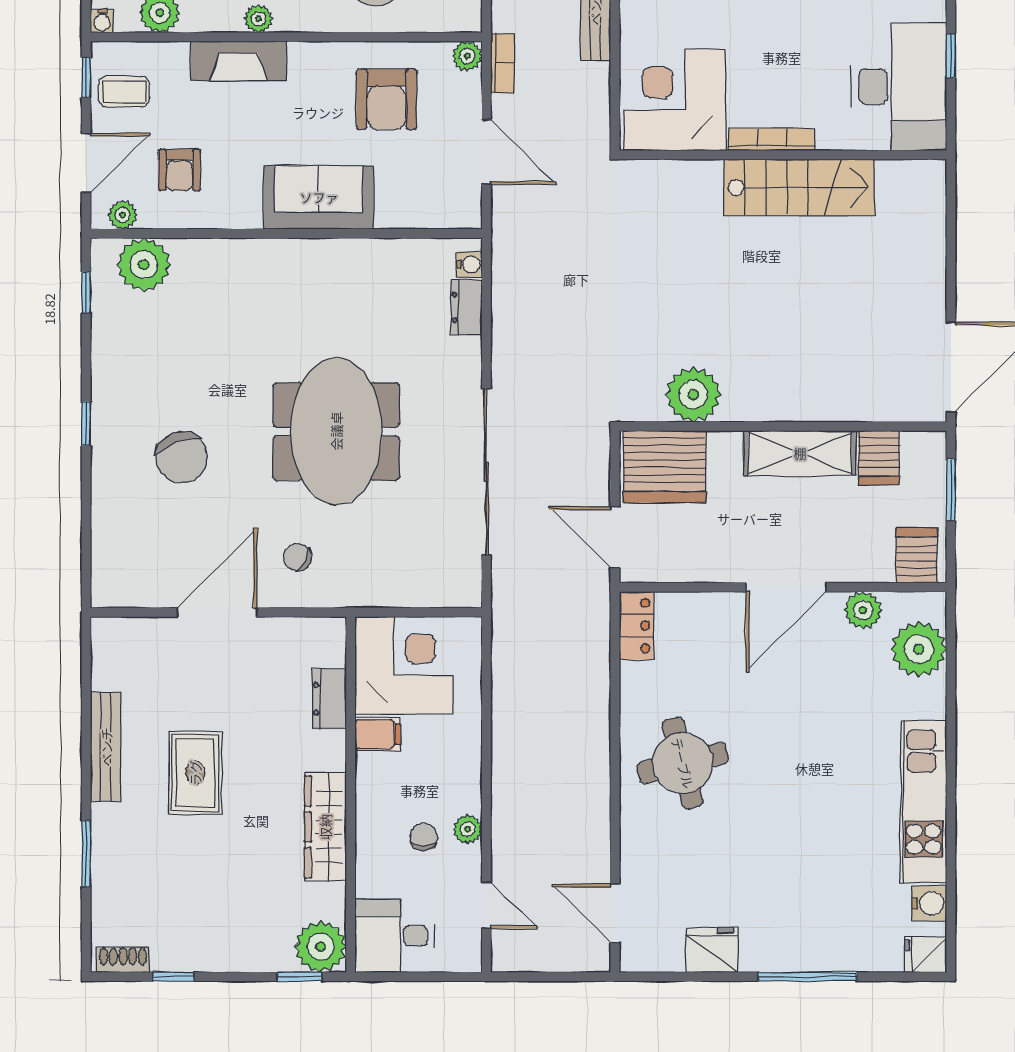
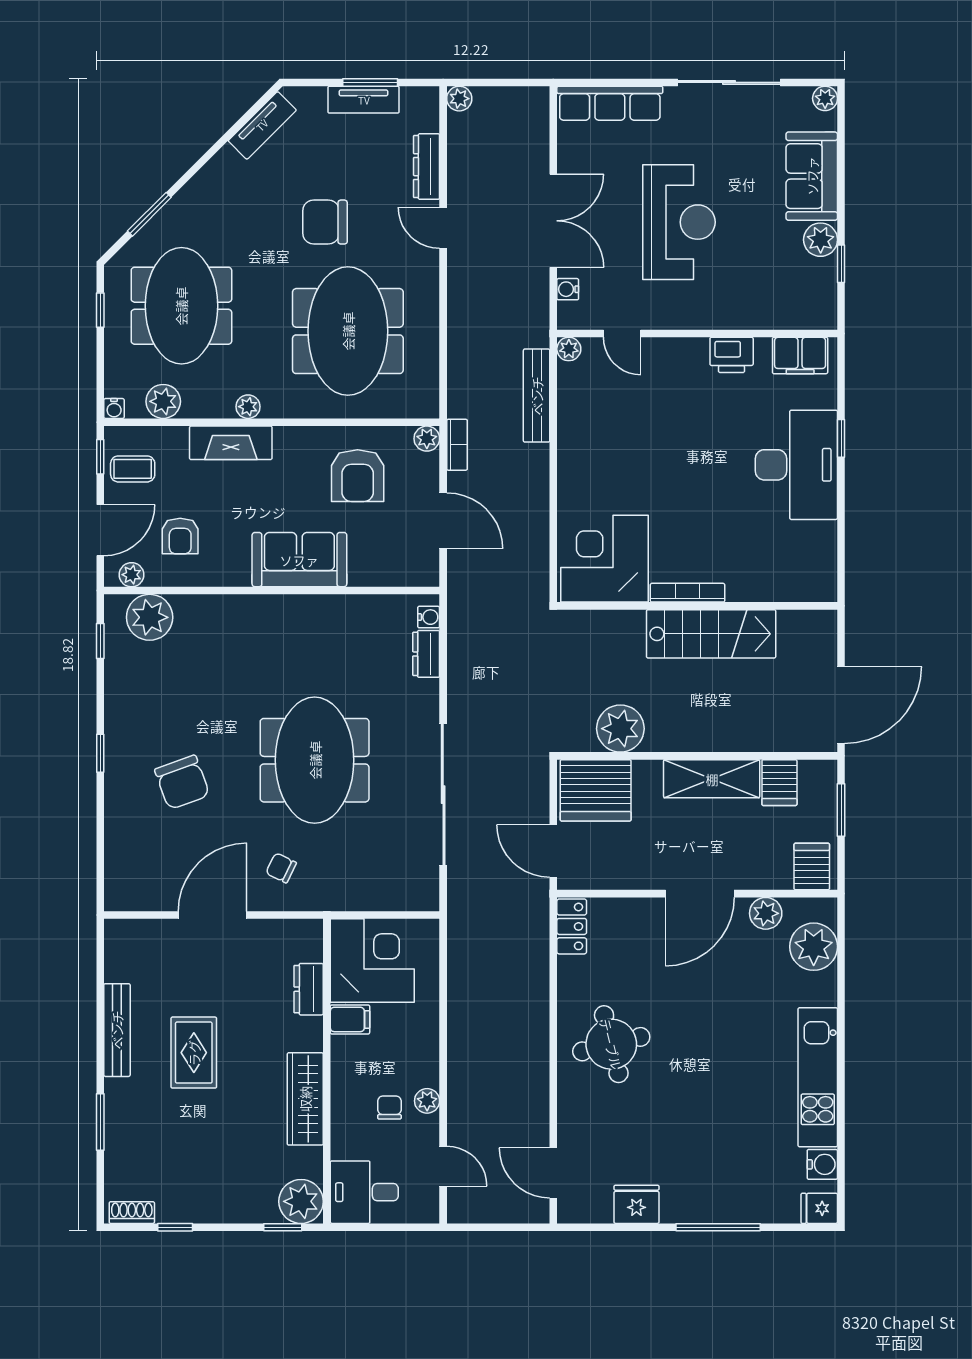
corner desk: (675, 100) -> (604, 559), moved
bookcase: (772, 140) -> (688, 593), moved
wall: (783, 155) -> (697, 606), moved
stairs: (799, 188) -> (711, 634), moved

